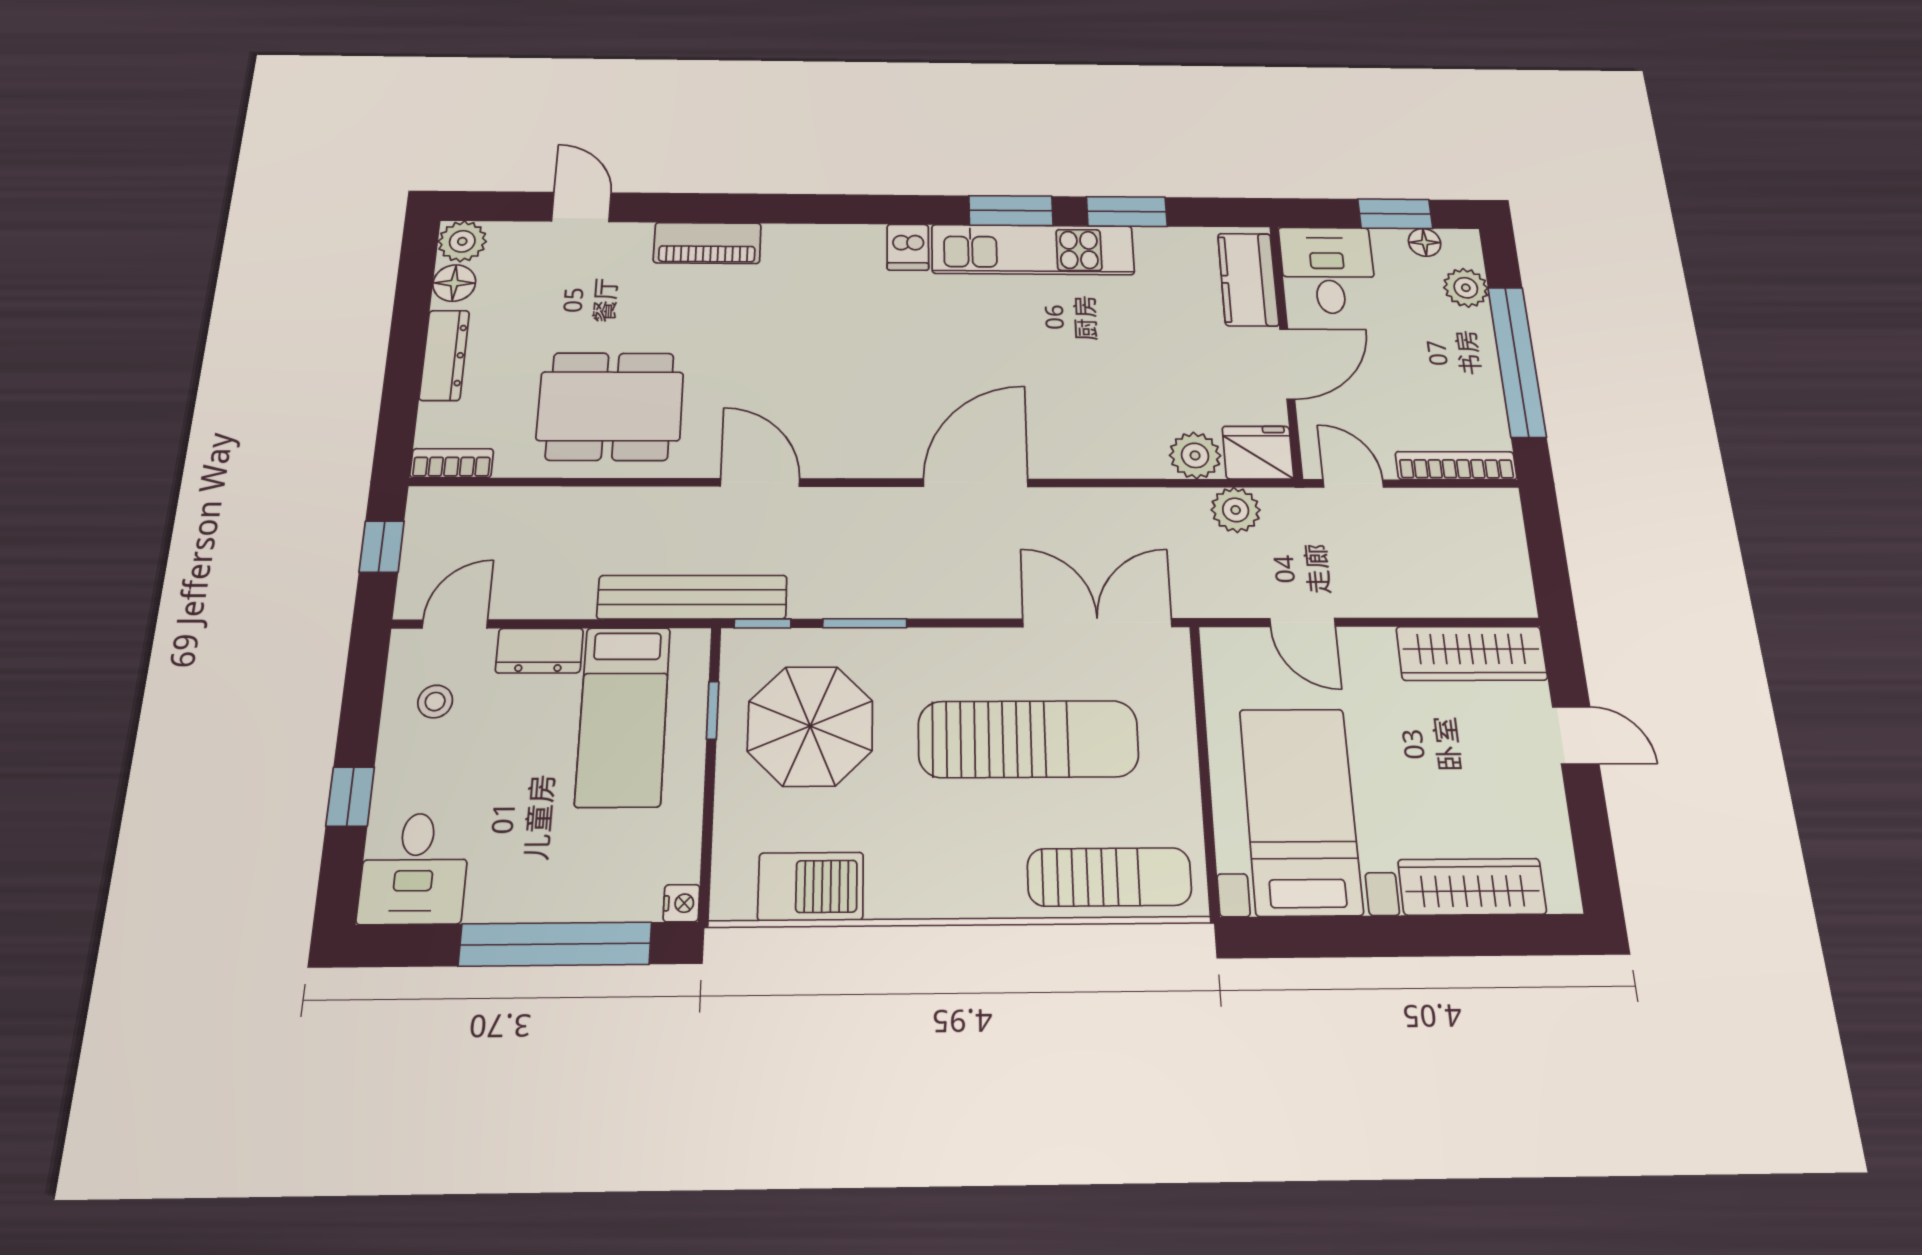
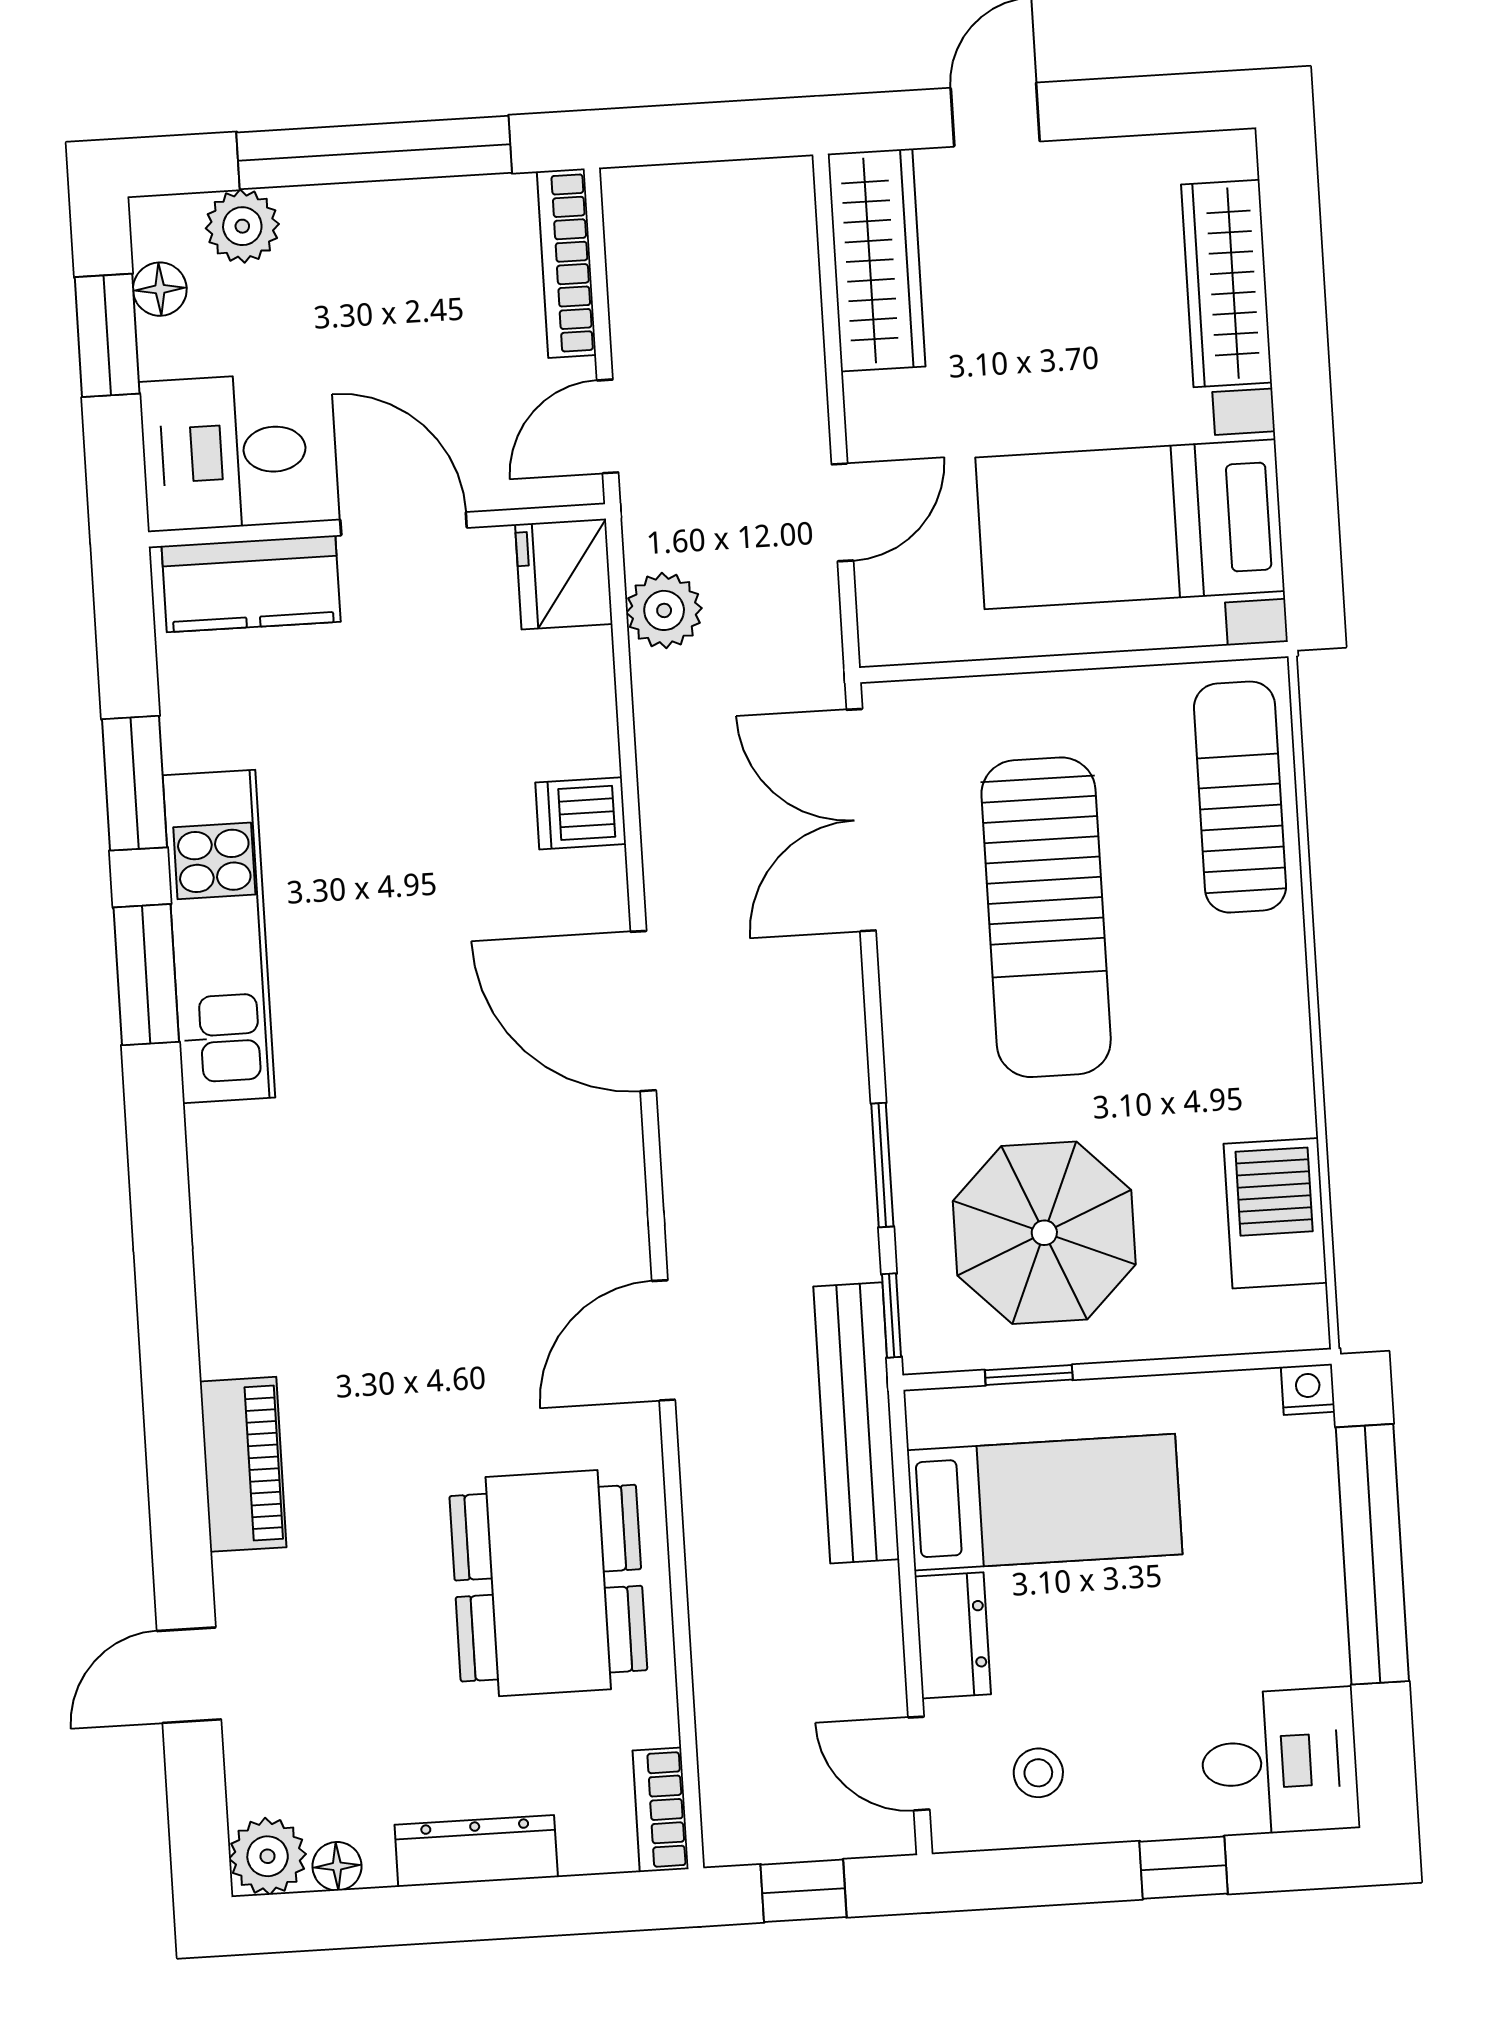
dishwasher: (908, 247) -> (581, 813), moved, turned 180
floor lamp: (454, 283) -> (337, 1866), width x0.73, depth x0.73
plant: (1195, 455) -> (575, 672), removed
sun lounger: (1028, 739) -> (1046, 917), turned 180

